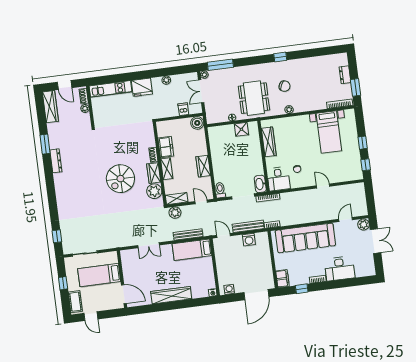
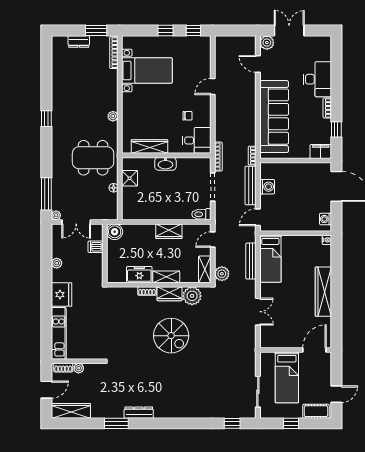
chair: (285, 86) -> (83, 118), removed
washbasin: (260, 184) -> (165, 164), moved

